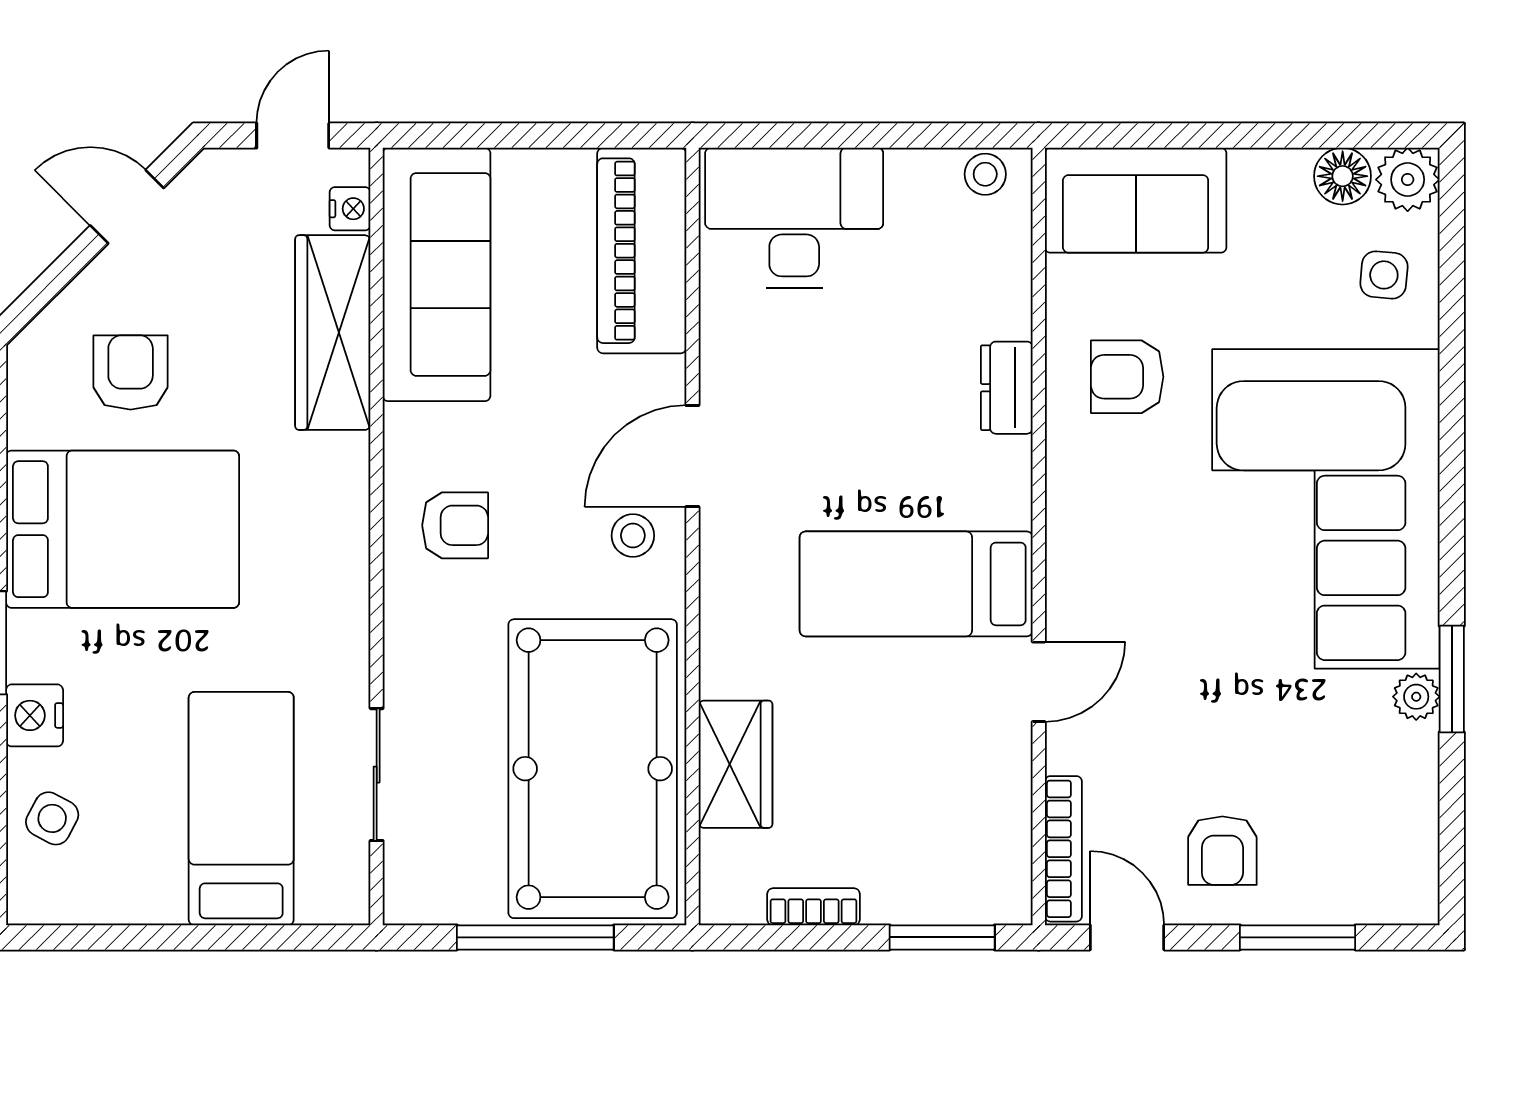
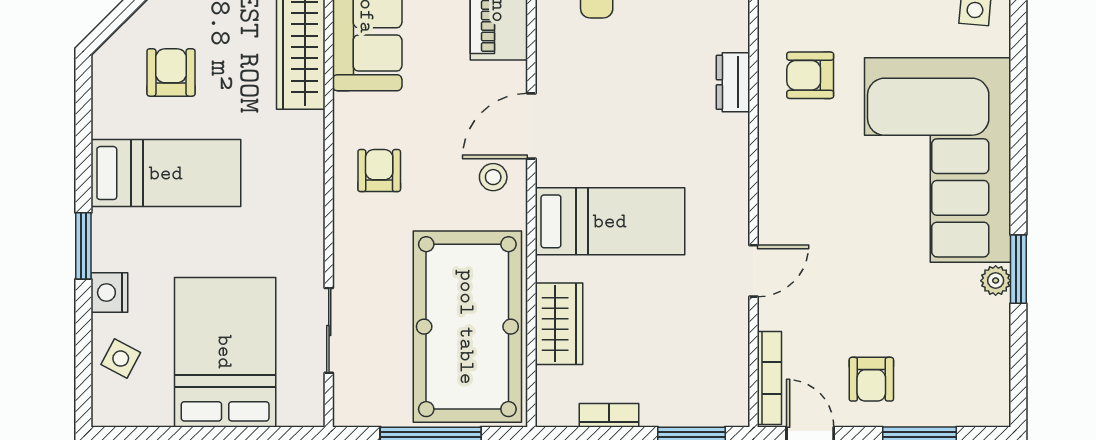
armchair: (455, 525) -> (379, 171), turned -90
bed: (123, 529) -> (166, 173), width x0.67
bed: (916, 584) -> (610, 221), moved, turned 180
bed: (241, 809) -> (225, 352), width x1.50

